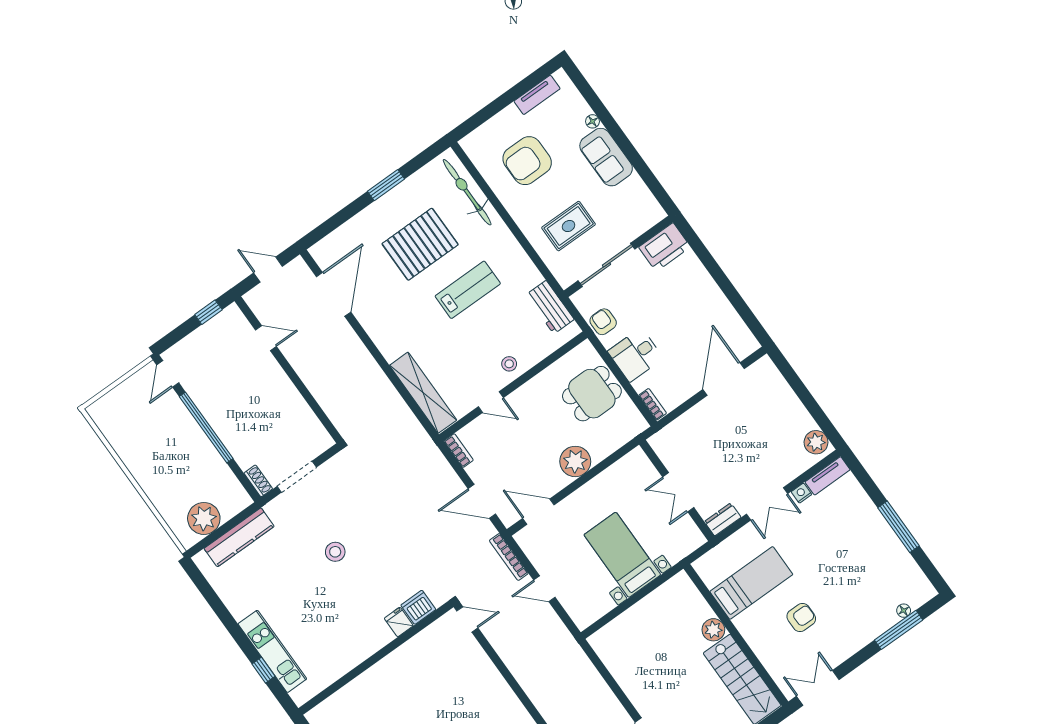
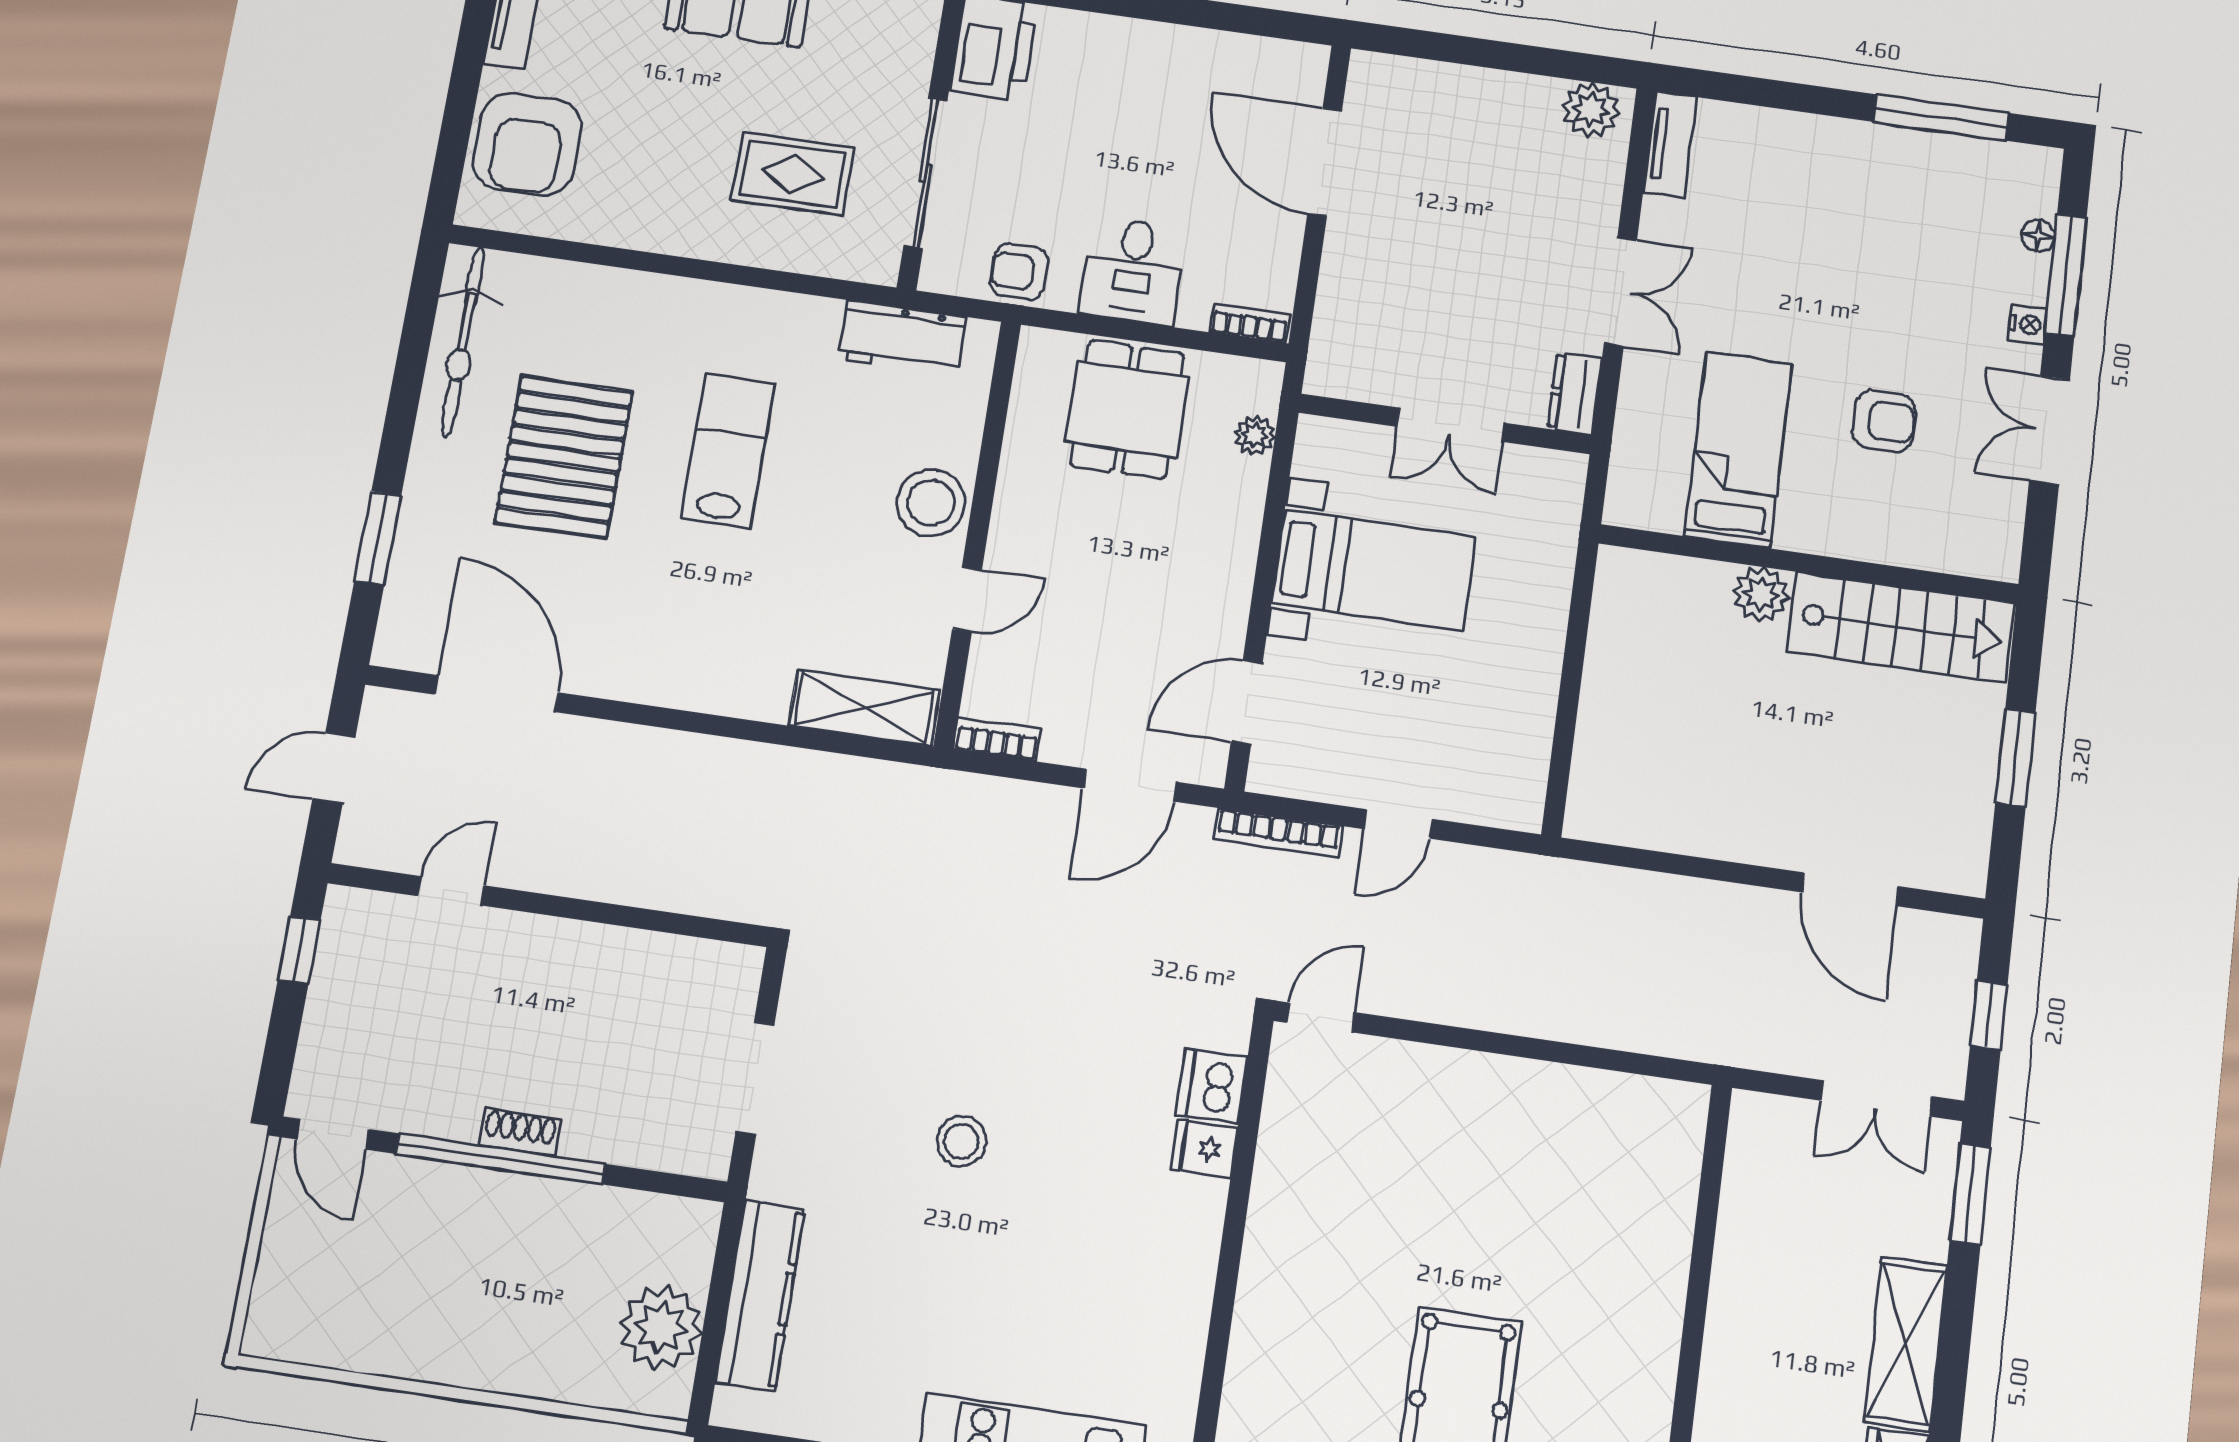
armchair: (527, 161) -> (527, 144), moved
window: (386, 185) -> (378, 538), moved
bicycle: (467, 192) -> (463, 342), moved, turned -90
rug: (569, 226) -> (793, 174), turned 90
stool: (509, 364) -> (931, 503), width x1.89, depth x1.89
shelving: (423, 393) -> (864, 708), width x0.68
plant: (575, 461) -> (1255, 435), moved, width x0.53, depth x0.53
shoe rack: (258, 481) -> (520, 1132), moved
nightstand: (801, 493) -> (2028, 324), moved, turned 180
window: (898, 527) -> (1941, 117), moved
bed with nightstands: (622, 555) -> (1374, 570), moved, turned 180
armchair: (801, 618) -> (1884, 421), turned 90
double door: (818, 688) -> (2050, 430), moved

